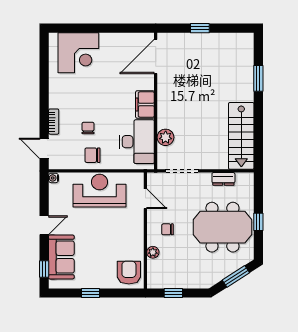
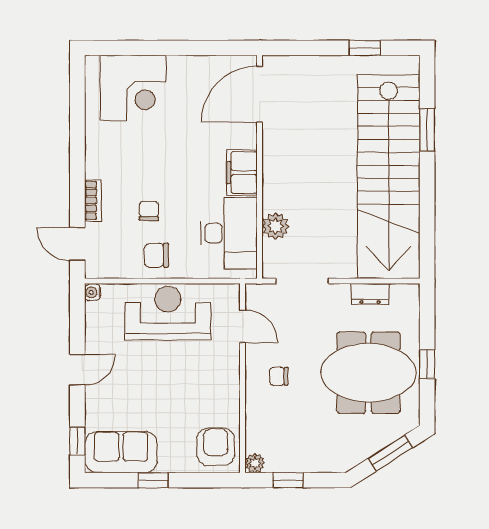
window: (200, 28) -> (365, 48), moved
stairs: (241, 136) -> (389, 177), width x1.86, depth x1.51
plant: (153, 252) -> (255, 463), moved
sofa: (61, 257) -> (121, 452), moved, turned -90

